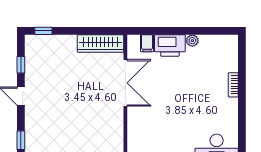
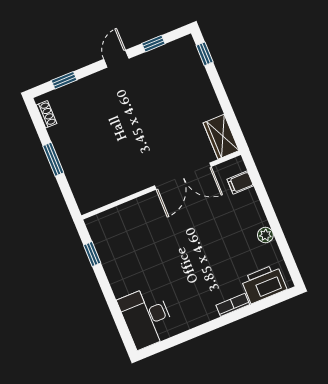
wardrobe: (100, 43) -> (221, 137), width x0.67
printer: (170, 45) -> (264, 284), moved, turned 90

